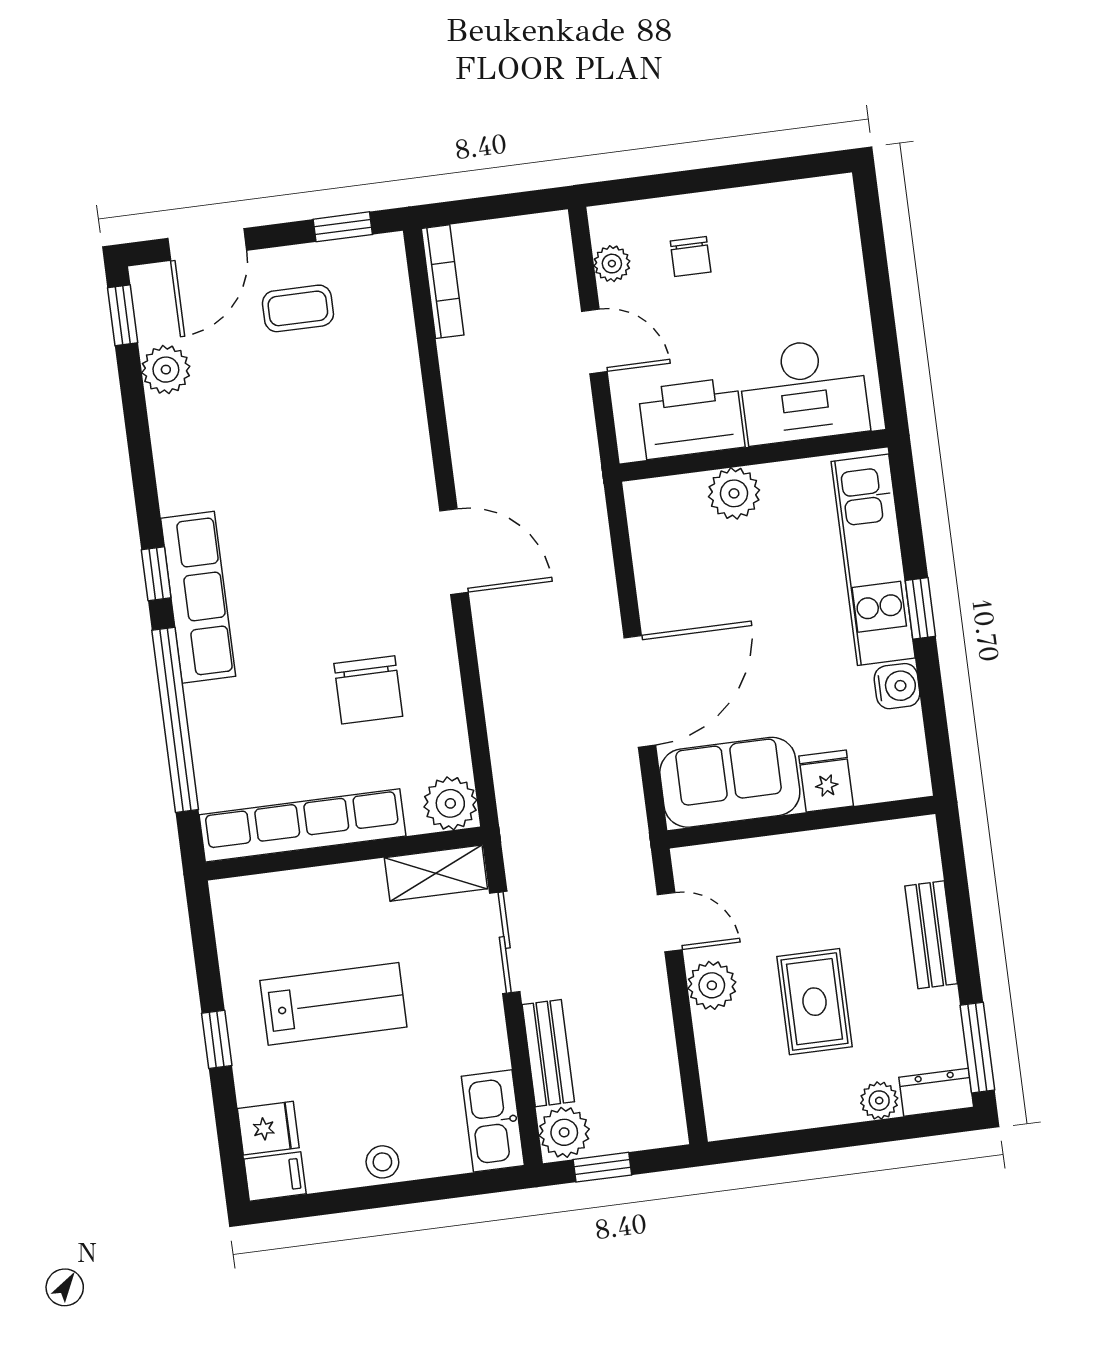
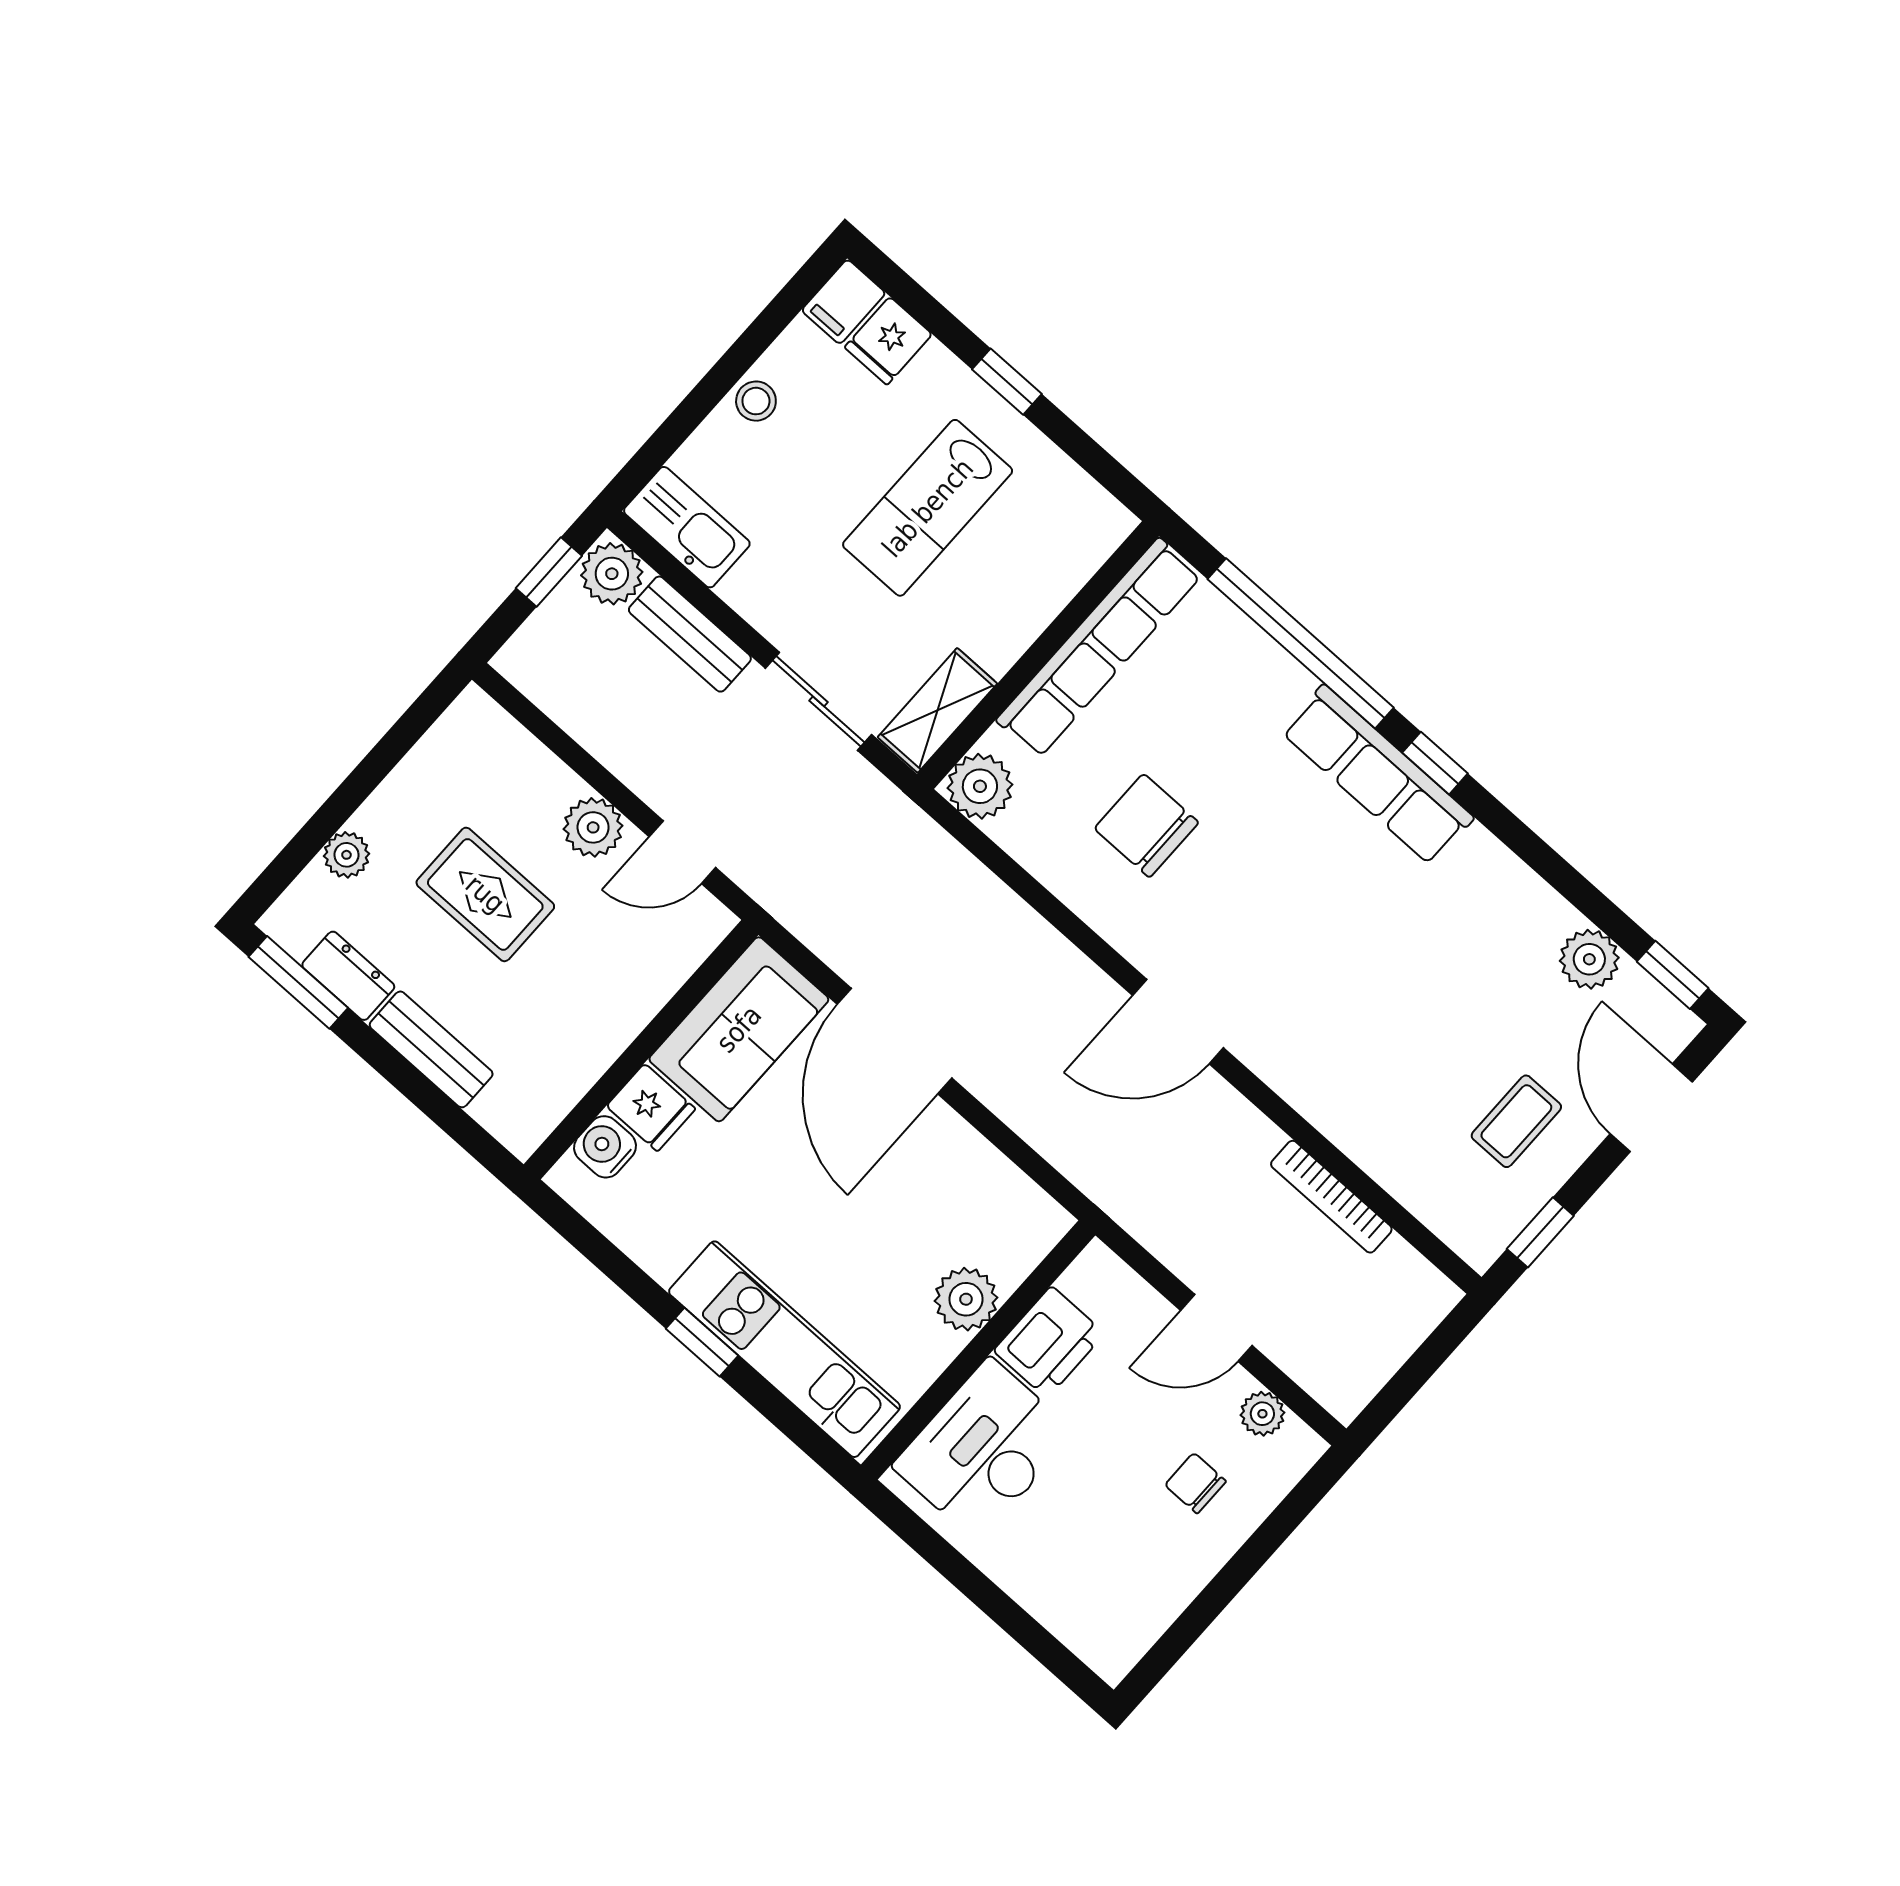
bookcase: (443, 282) -> (1331, 1197), moved
printer: (691, 418) -> (1049, 1342), width x0.73, depth x0.84
water cooler: (897, 686) -> (605, 1147), moved, turned 90
dresser: (936, 1092) -> (348, 976), moved, turned -90

